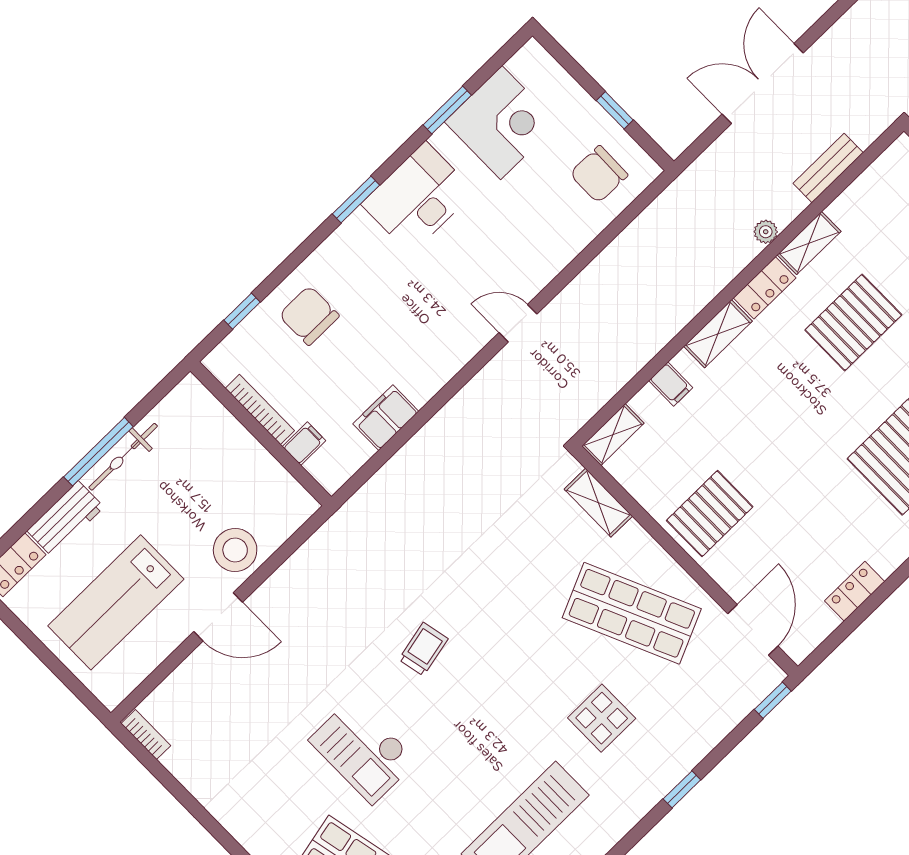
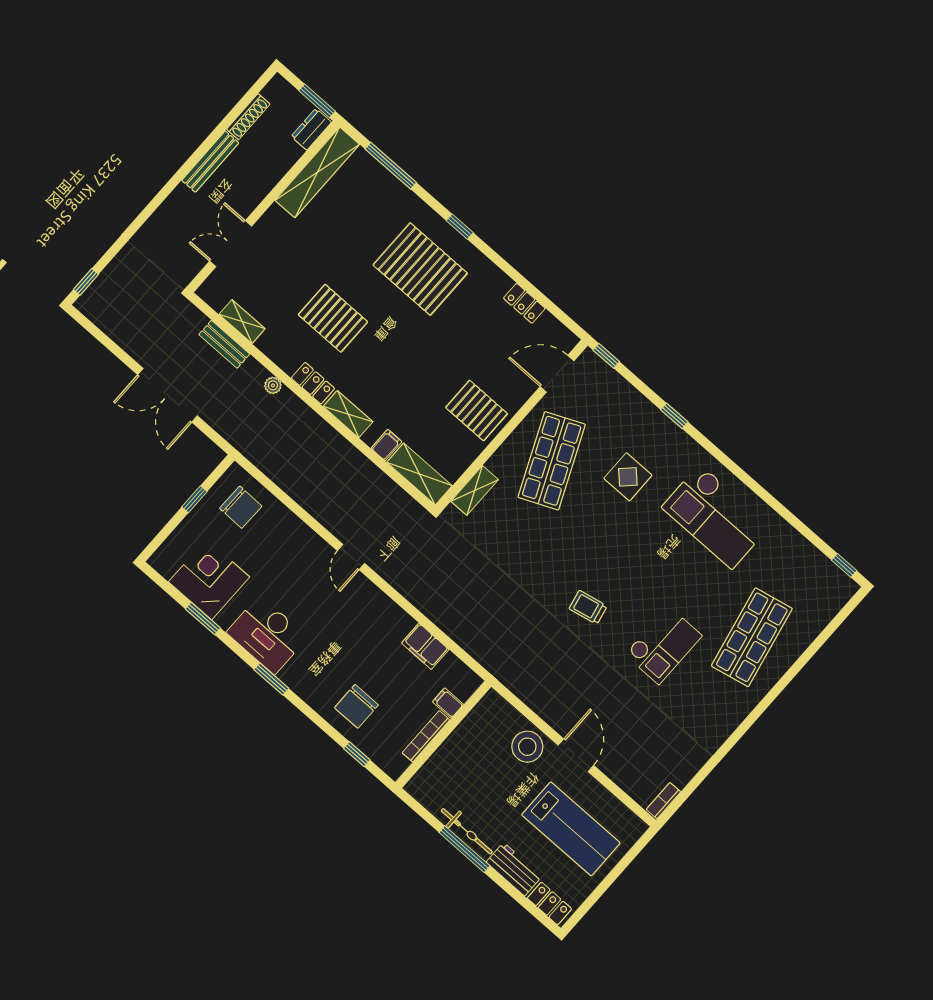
shelving: (809, 243) -> (242, 322), moved
shelving: (613, 435) -> (419, 474), width x1.50, depth x1.33

